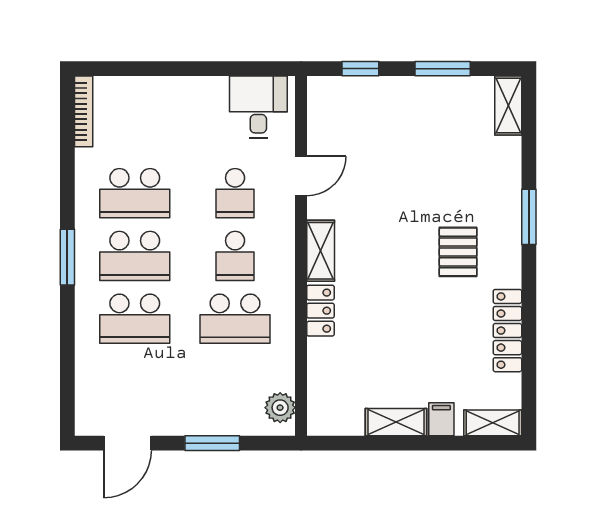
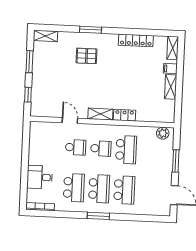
desk: (258, 107) -> (40, 177), moved
pallet: (458, 252) -> (86, 56), moved

